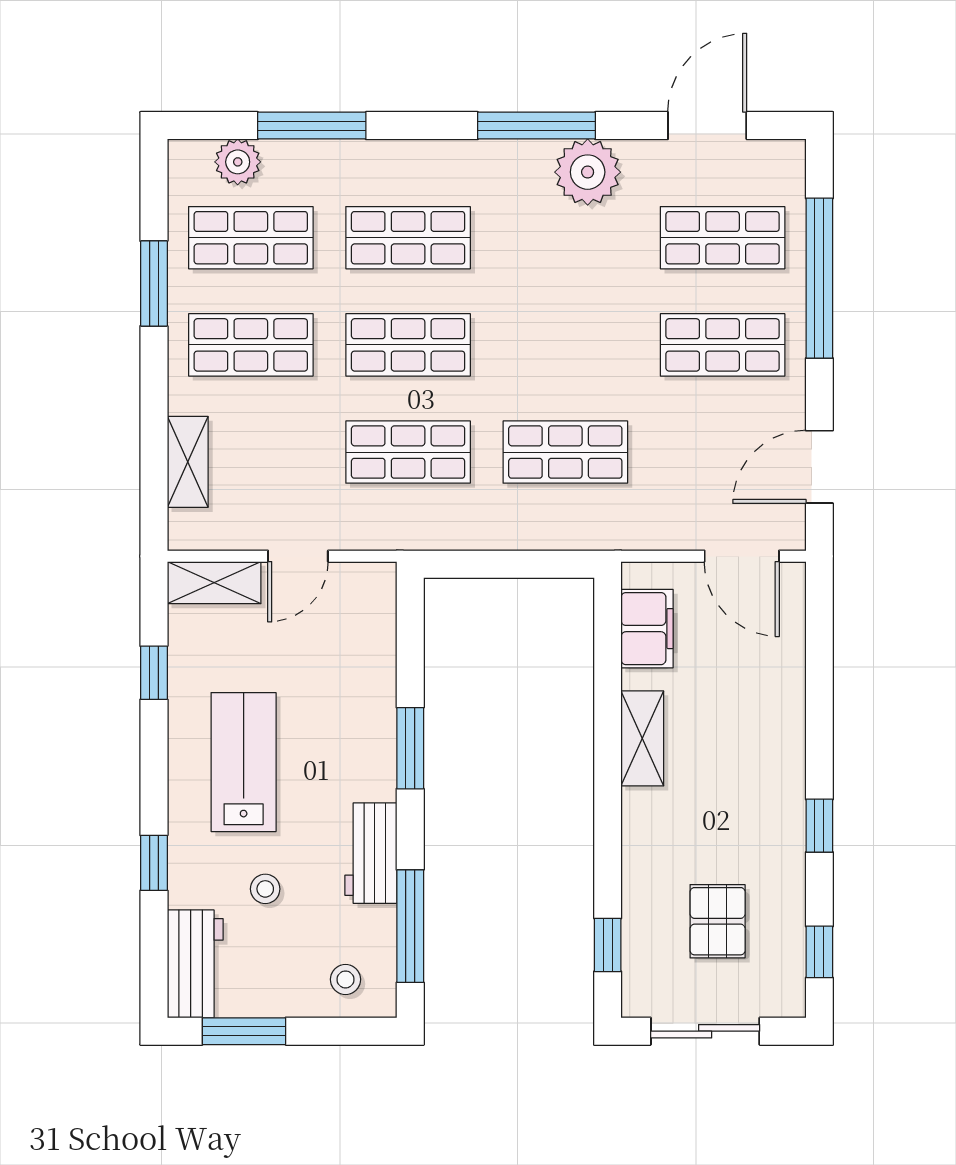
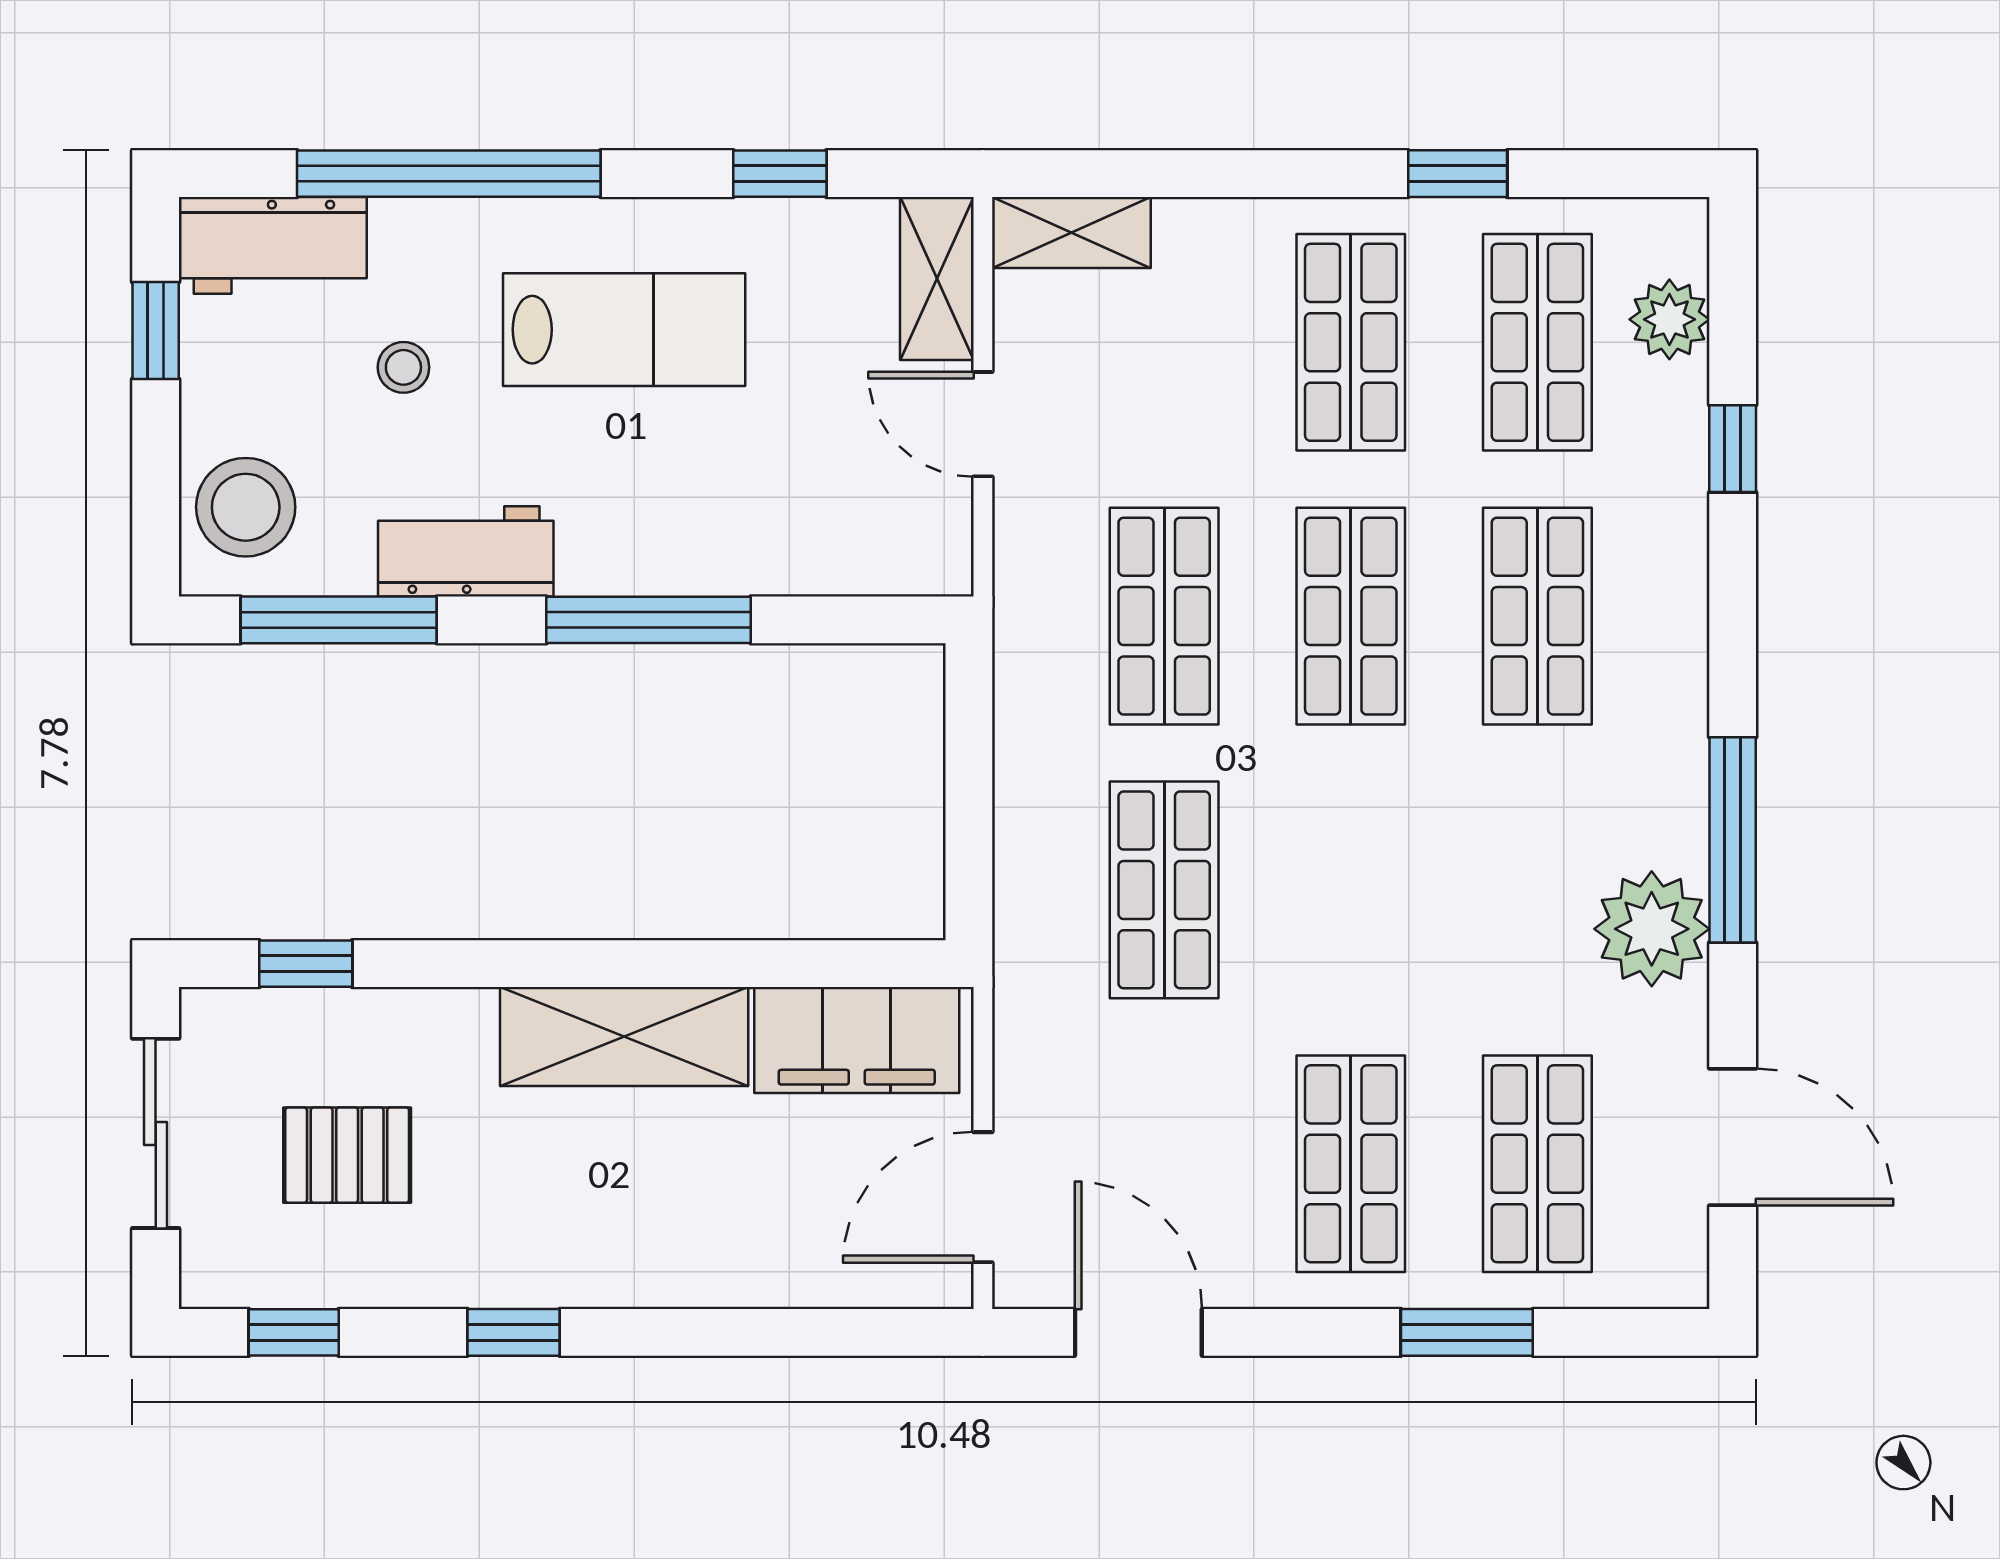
window: (312, 126) -> (1733, 449), width x0.46
window: (819, 278) -> (1467, 1332), width x0.47
window: (154, 284) -> (1458, 174), width x0.67
shelving: (188, 462) -> (1071, 233), moved
filing cabinet: (647, 629) -> (857, 1040), width x1.50, depth x1.17
shelving: (642, 738) -> (624, 1037), width x1.50, depth x1.33
window: (410, 748) -> (648, 620), width x1.44
window: (154, 863) -> (449, 174), width x3.17
stool: (346, 979) -> (246, 507), width x1.89, depth x1.89
window: (244, 1031) -> (156, 330), width x0.67

